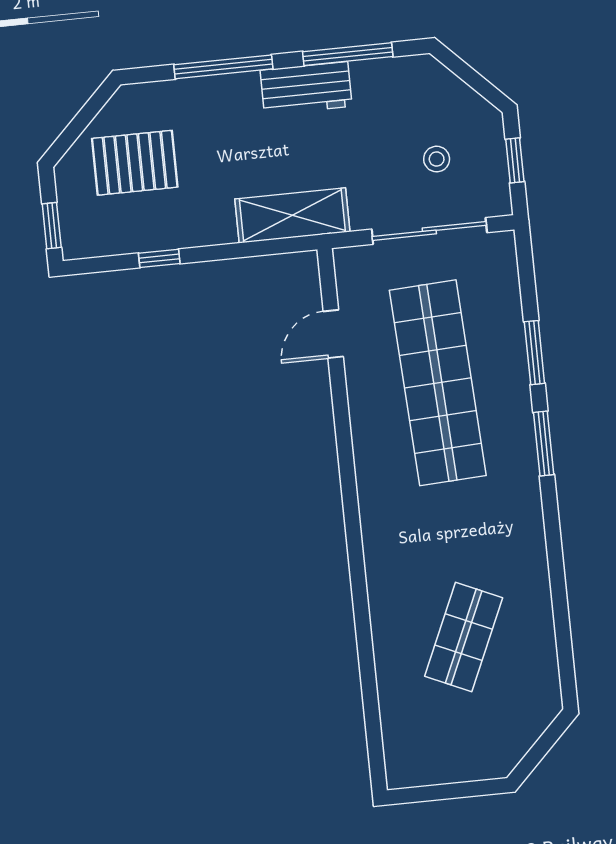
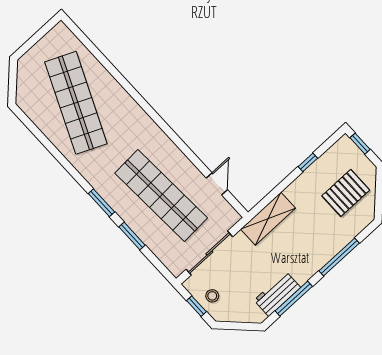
workbench: (306, 88) -> (277, 294), moved
stool: (437, 159) -> (212, 296), moved
shop shelf: (464, 637) -> (76, 103), width x2.00, depth x1.36

